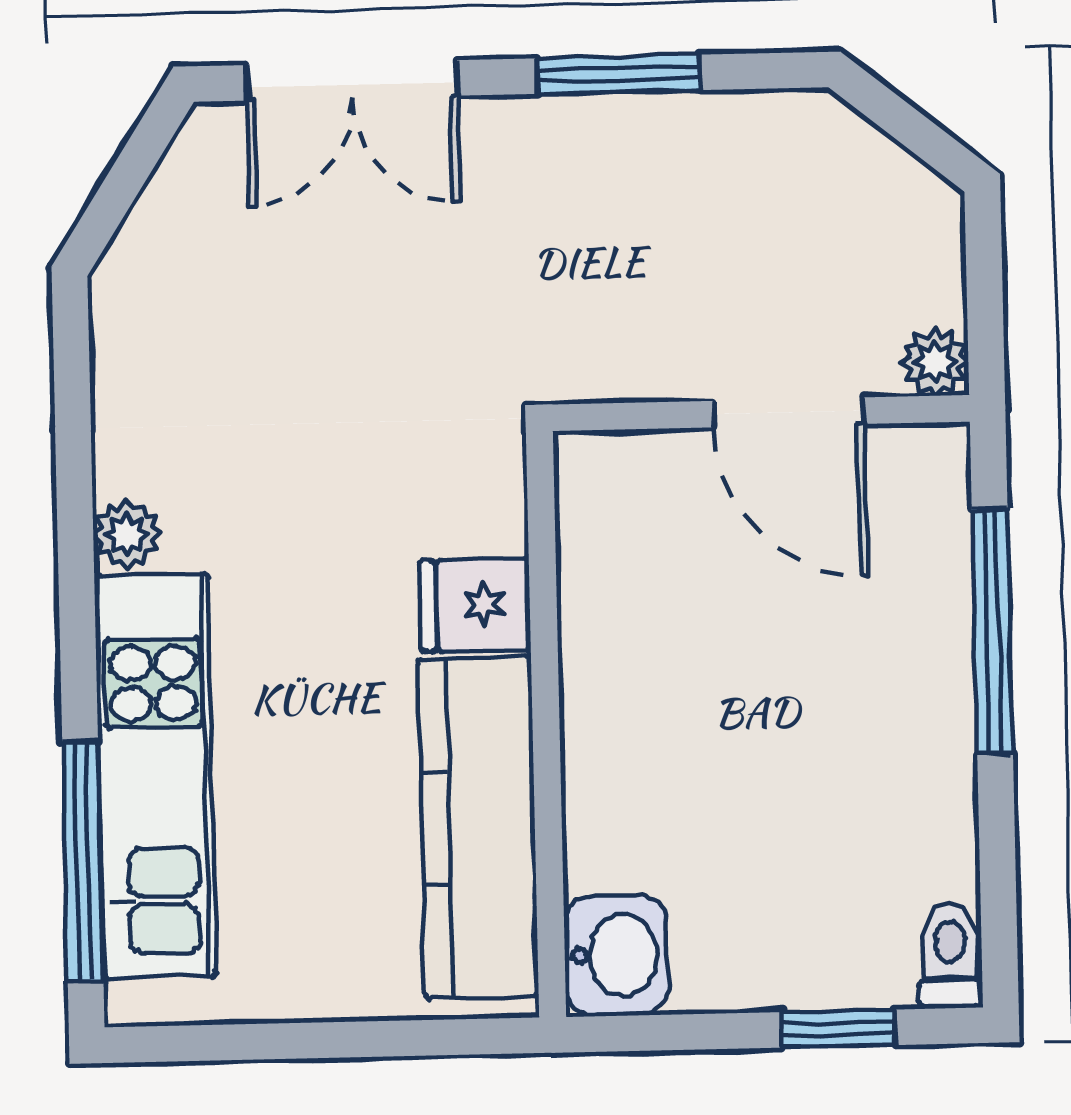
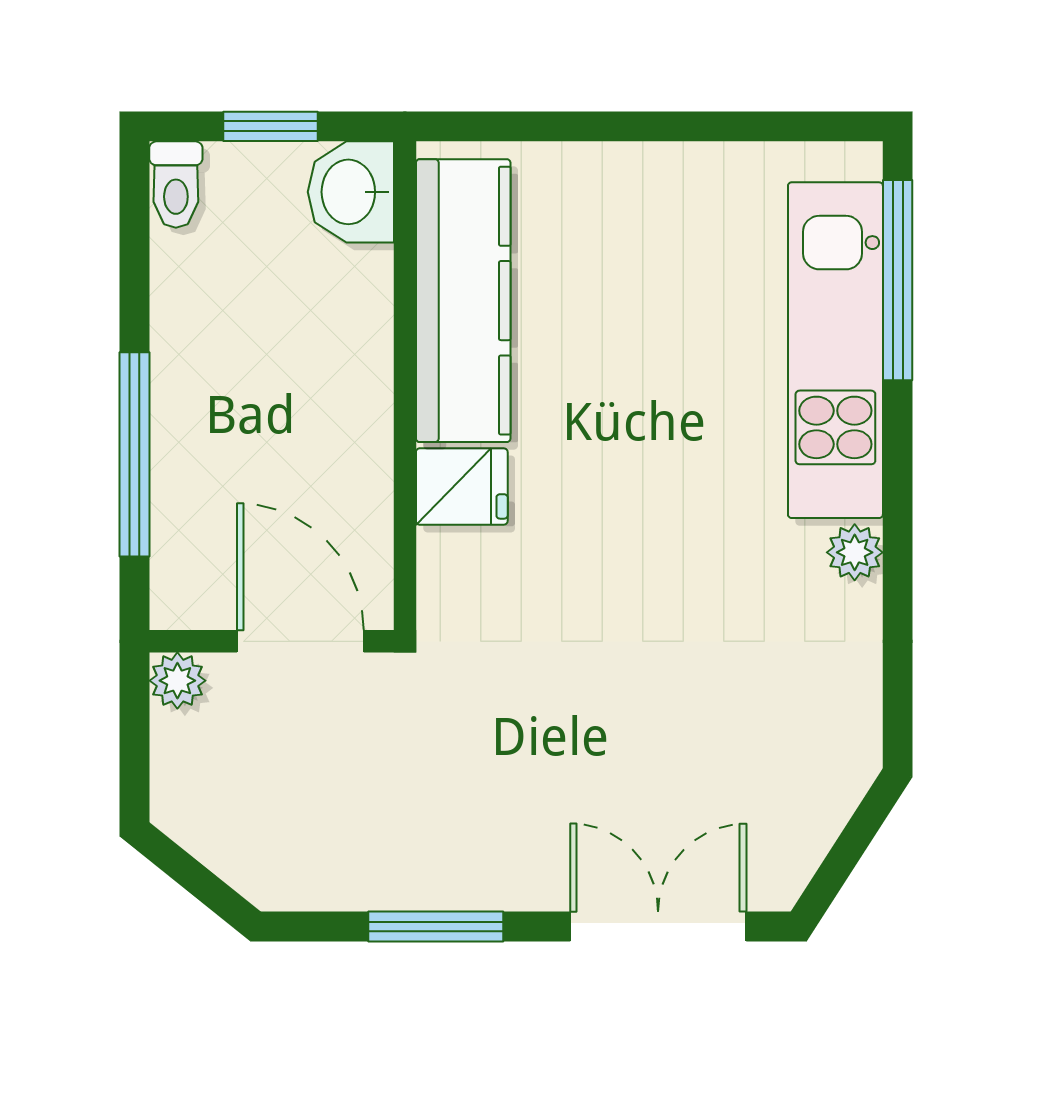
fridge: (475, 605) -> (462, 487), moved
wall: (546, 724) -> (405, 386), moved
kitchen counter: (478, 828) -> (463, 301), moved
washbasin: (616, 955) -> (351, 192), moved

